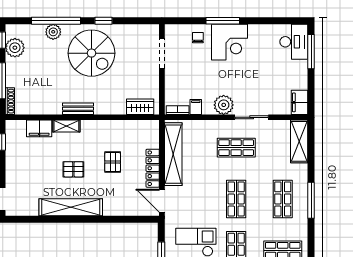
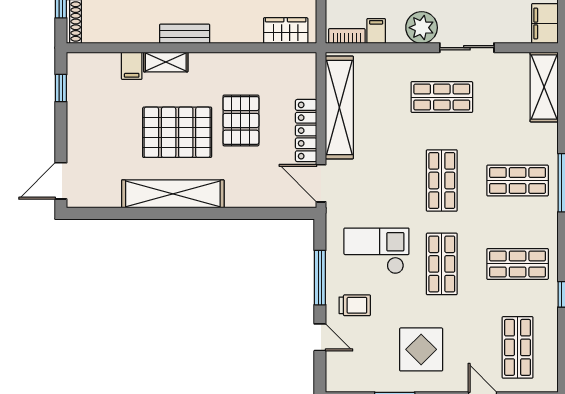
filing cabinet: (39, 128) -> (132, 66), width x0.50
pallet: (113, 162) -> (241, 120), width x1.50, depth x1.42
pallet: (73, 169) -> (177, 132), width x2.05, depth x2.00
shop shelf: (283, 199) -> (518, 180), turned 90

